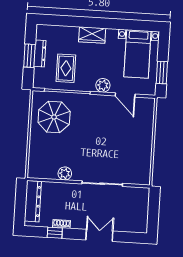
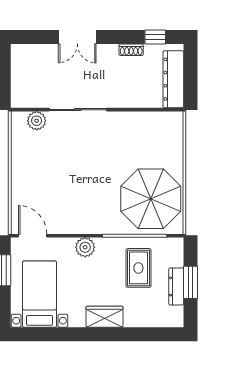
door: (125, 95) -> (33, 236), moved
parasol: (54, 117) -> (151, 199), width x1.36, depth x1.36
plant: (65, 173) -> (37, 121), moved
window: (55, 233) -> (155, 37), moved

